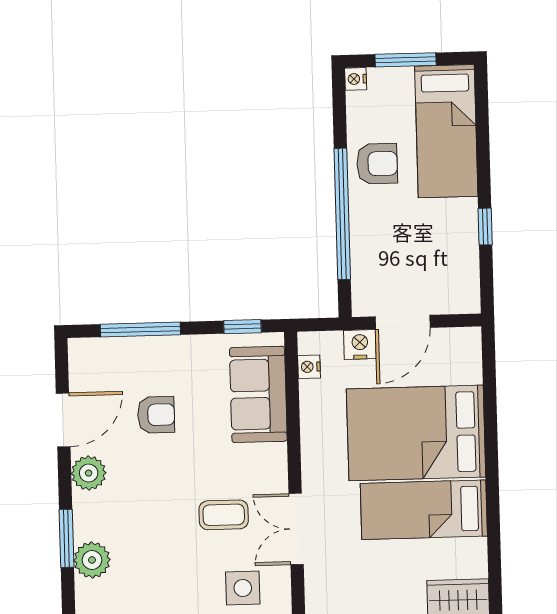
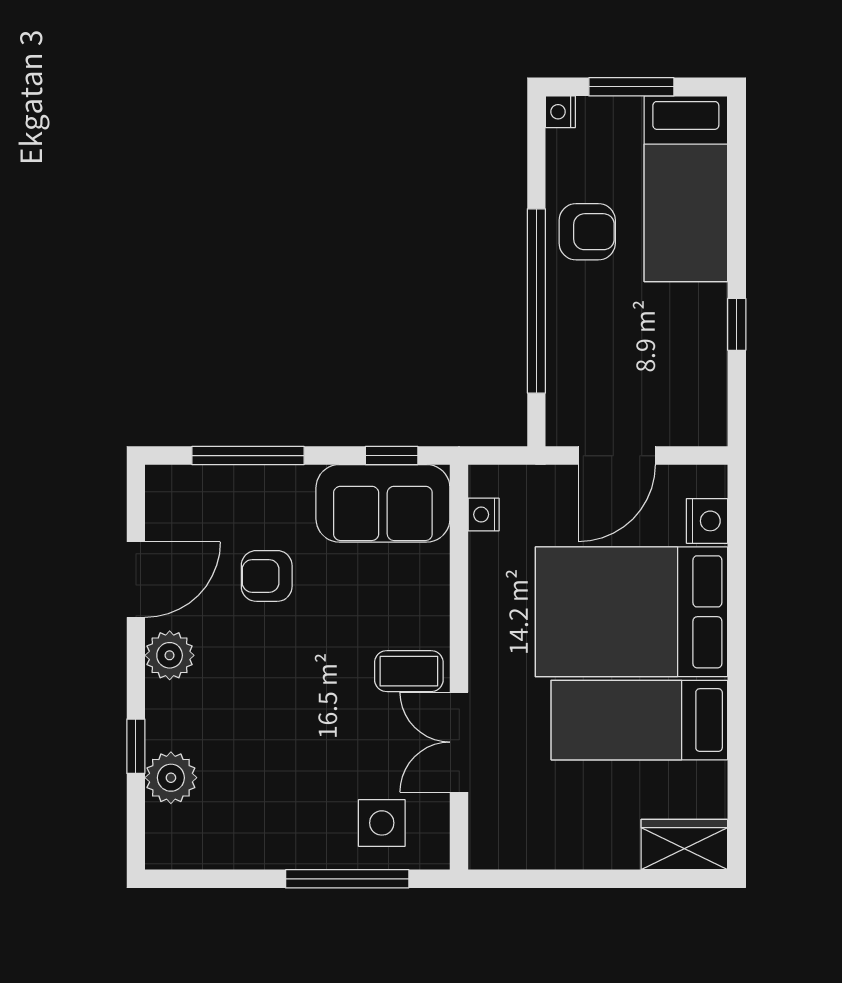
nightstand: (360, 344) -> (707, 521), moved, turned 90
sofa: (258, 394) -> (383, 503), moved, turned -90
armchair: (156, 415) -> (267, 576), turned 180
coffee table: (224, 515) -> (409, 671), moved
window: (66, 538) -> (136, 746), width x0.67

